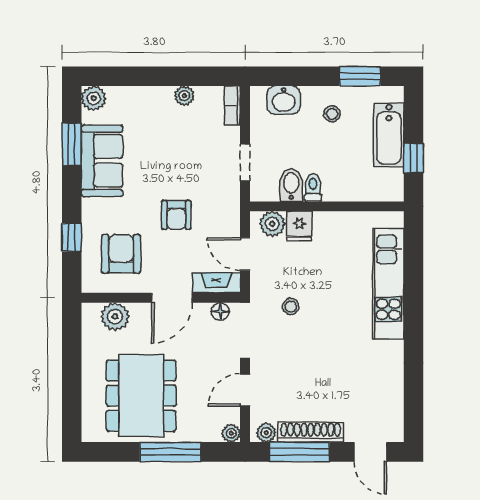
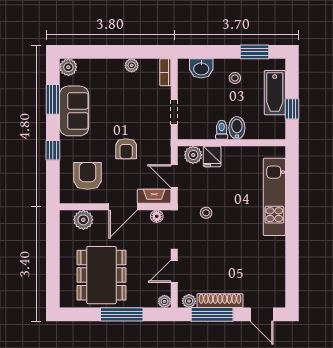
bidet: (291, 185) -> (237, 128), moved
window: (72, 237) -> (53, 150), moved

